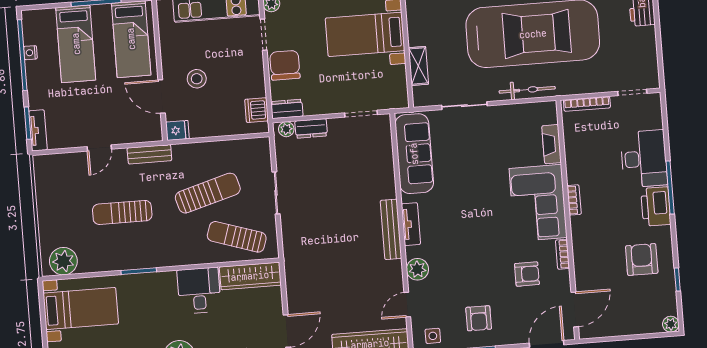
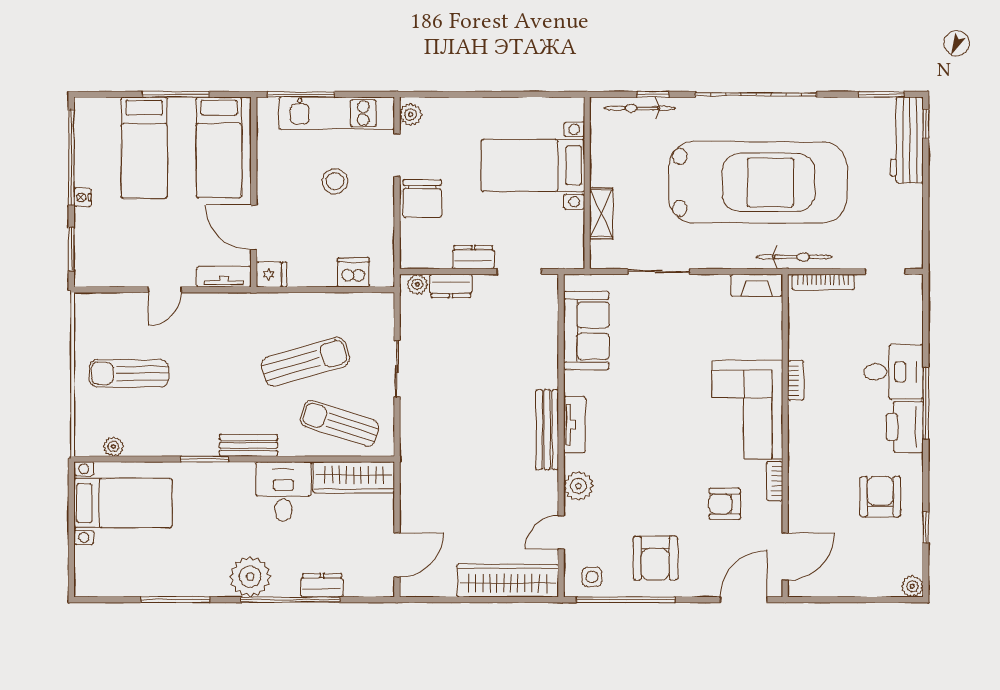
nightstand: (30, 53) -> (83, 197), moved
chair: (285, 65) -> (422, 198), turned 180
stool: (197, 79) -> (335, 181), moved
bicycle: (527, 90) -> (794, 257), moved
dresser: (287, 109) -> (473, 257), moved
dishwasher: (257, 110) -> (353, 272), moved, turned 90
tv unit: (38, 130) -> (224, 277), moved, turned -90
fireplace: (552, 144) -> (757, 285), moved, turned -90
bench: (149, 154) -> (248, 445), moved
sofa: (414, 154) -> (586, 331), width x0.73
desk: (644, 159) -> (894, 372), width x0.73
bookcase: (574, 200) -> (796, 380), moved
sun lounger: (122, 212) -> (129, 373), moved
plant: (63, 261) -> (113, 447), width x0.53, depth x0.53
armchair: (527, 274) -> (725, 504), turned 180
armchair: (479, 318) -> (655, 558), width x1.38, depth x1.38

